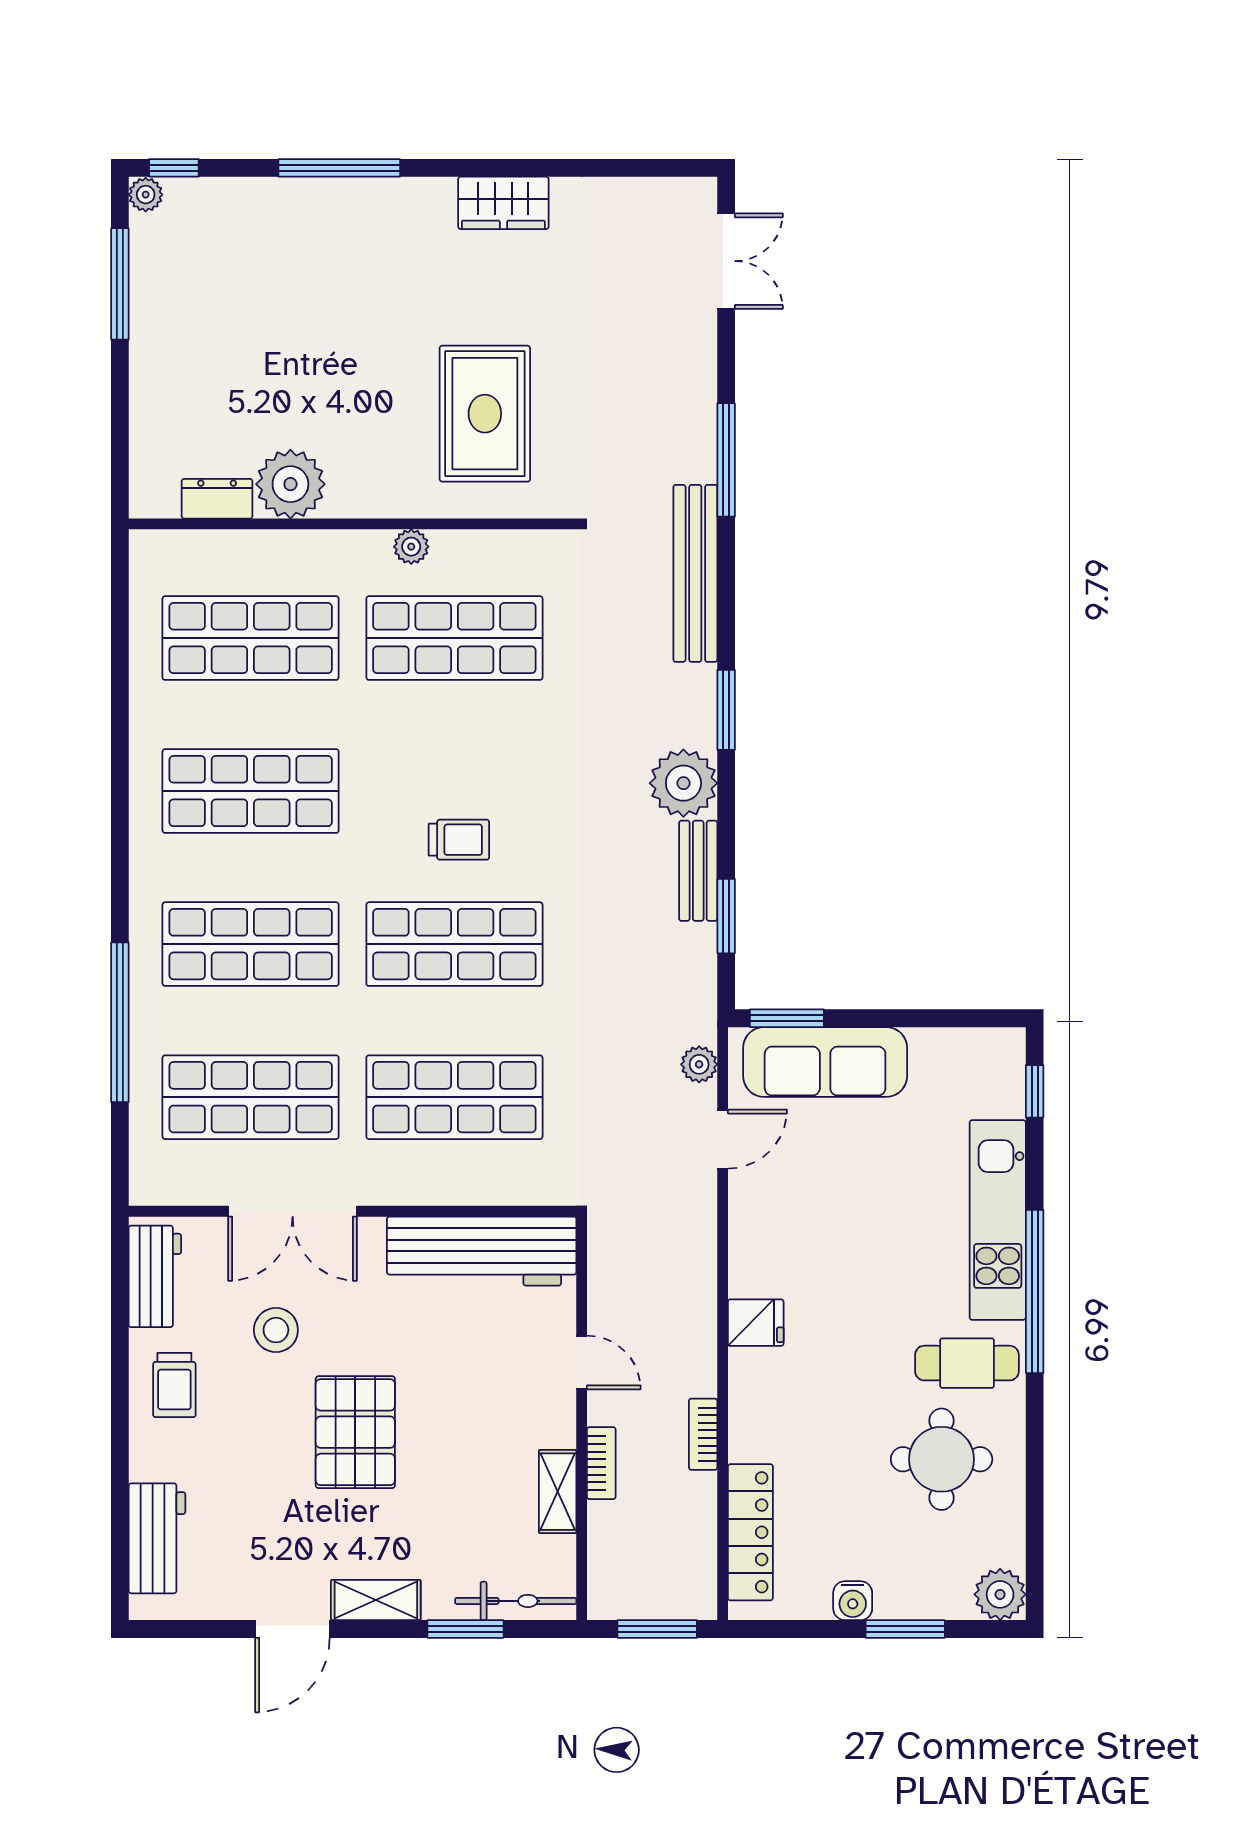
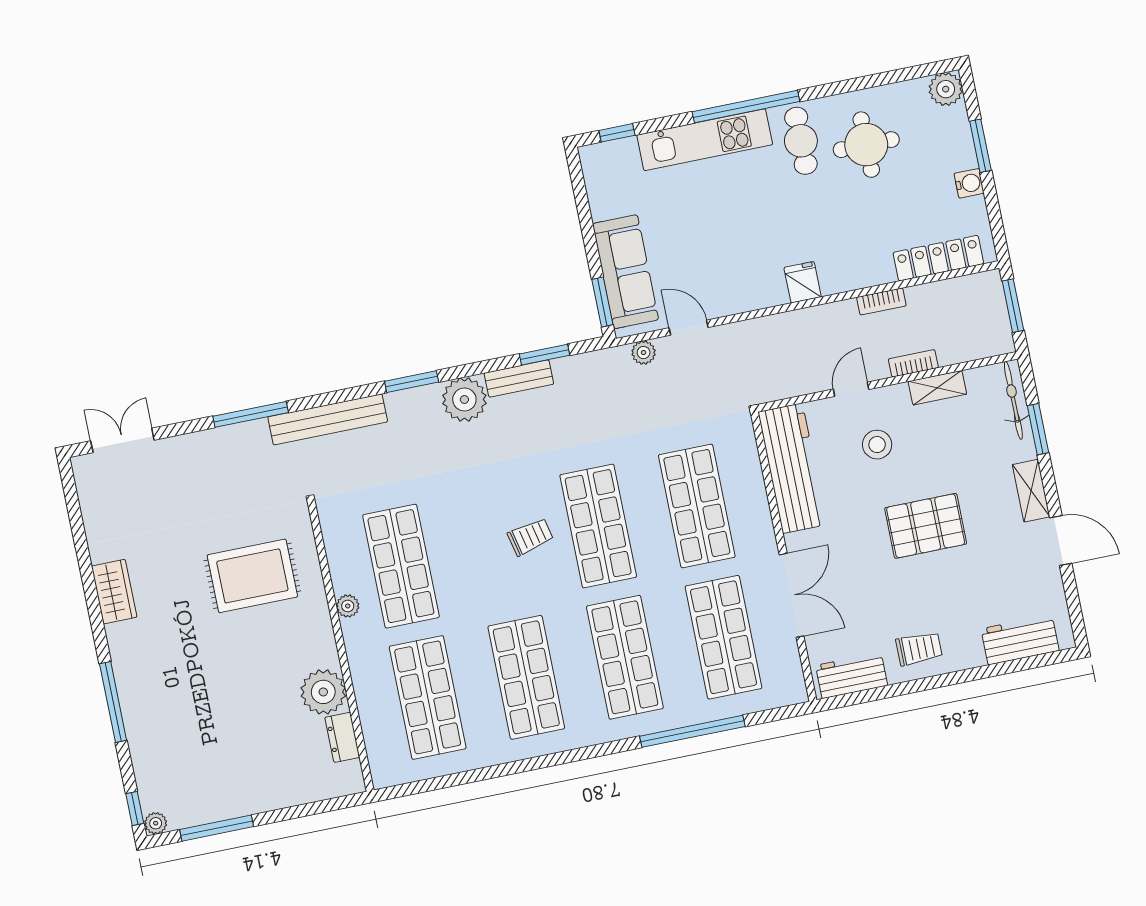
trolley: (459, 840) -> (530, 537), turned 77
stool: (276, 1330) -> (877, 445), moved

